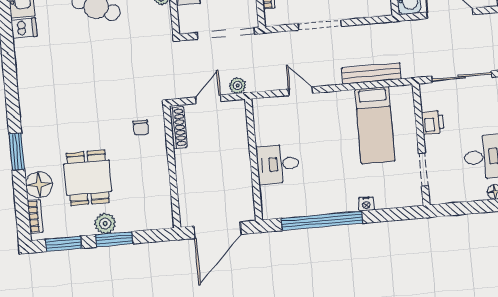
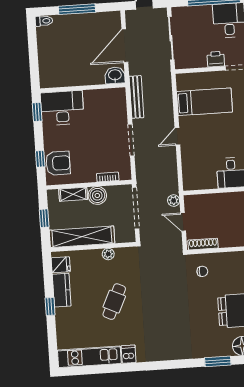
bench: (371, 73) -> (136, 97), moved
door: (300, 91) -> (177, 136), moved
printer: (433, 123) -> (216, 59), moved

